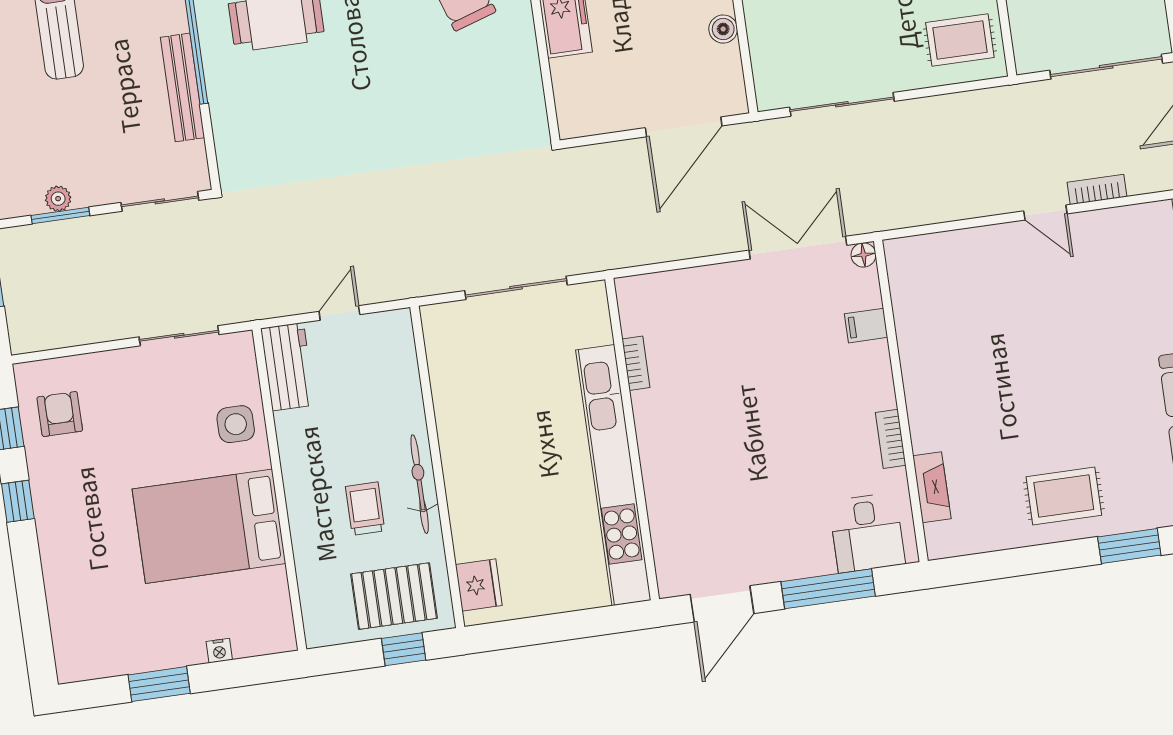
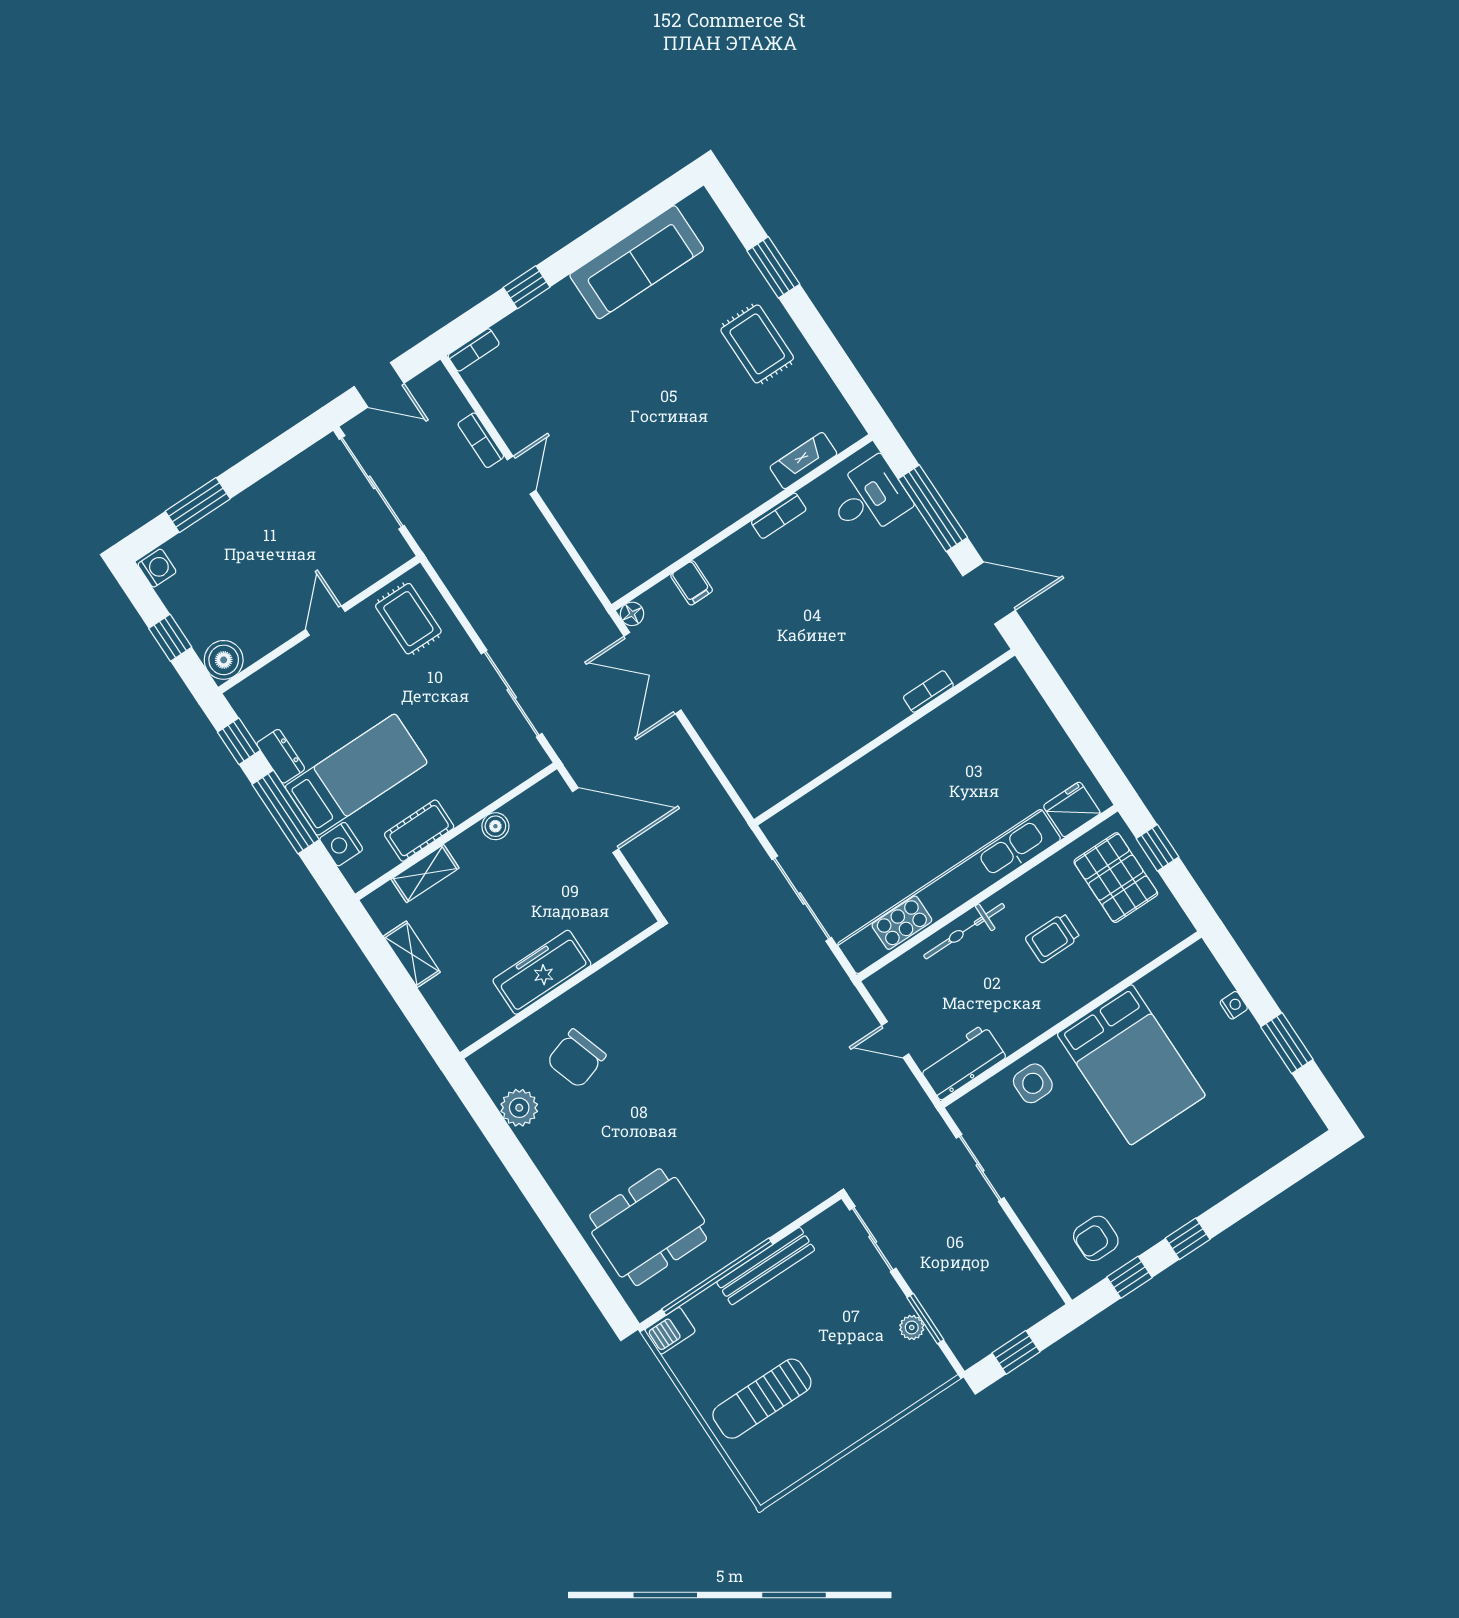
bookcase: (636, 363) -> (928, 692), moved
kitchen unit: (613, 475) -> (949, 892), moved, turned 180
bicycle: (420, 484) -> (964, 931), moved

